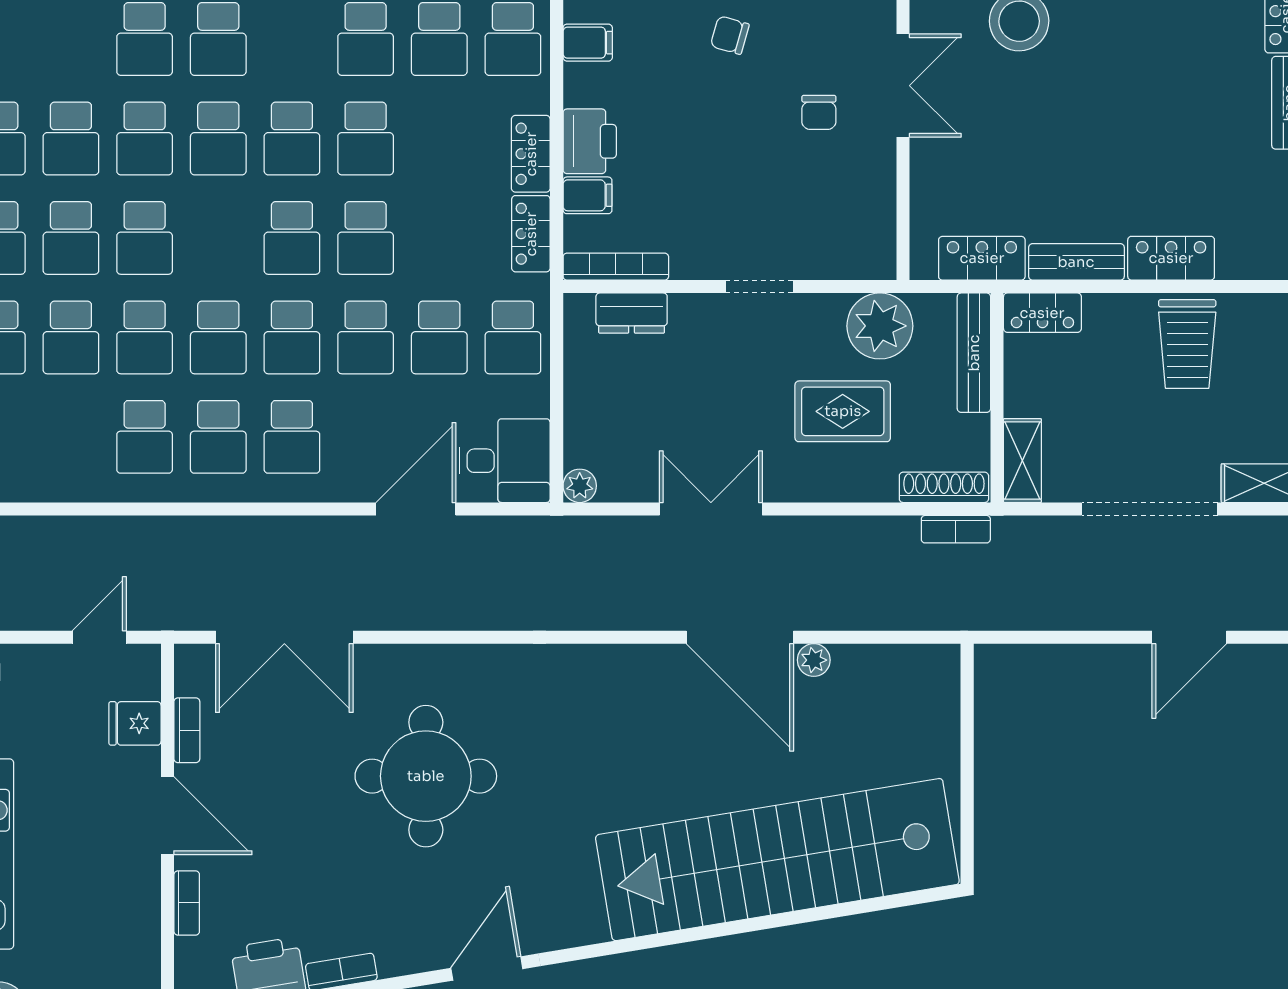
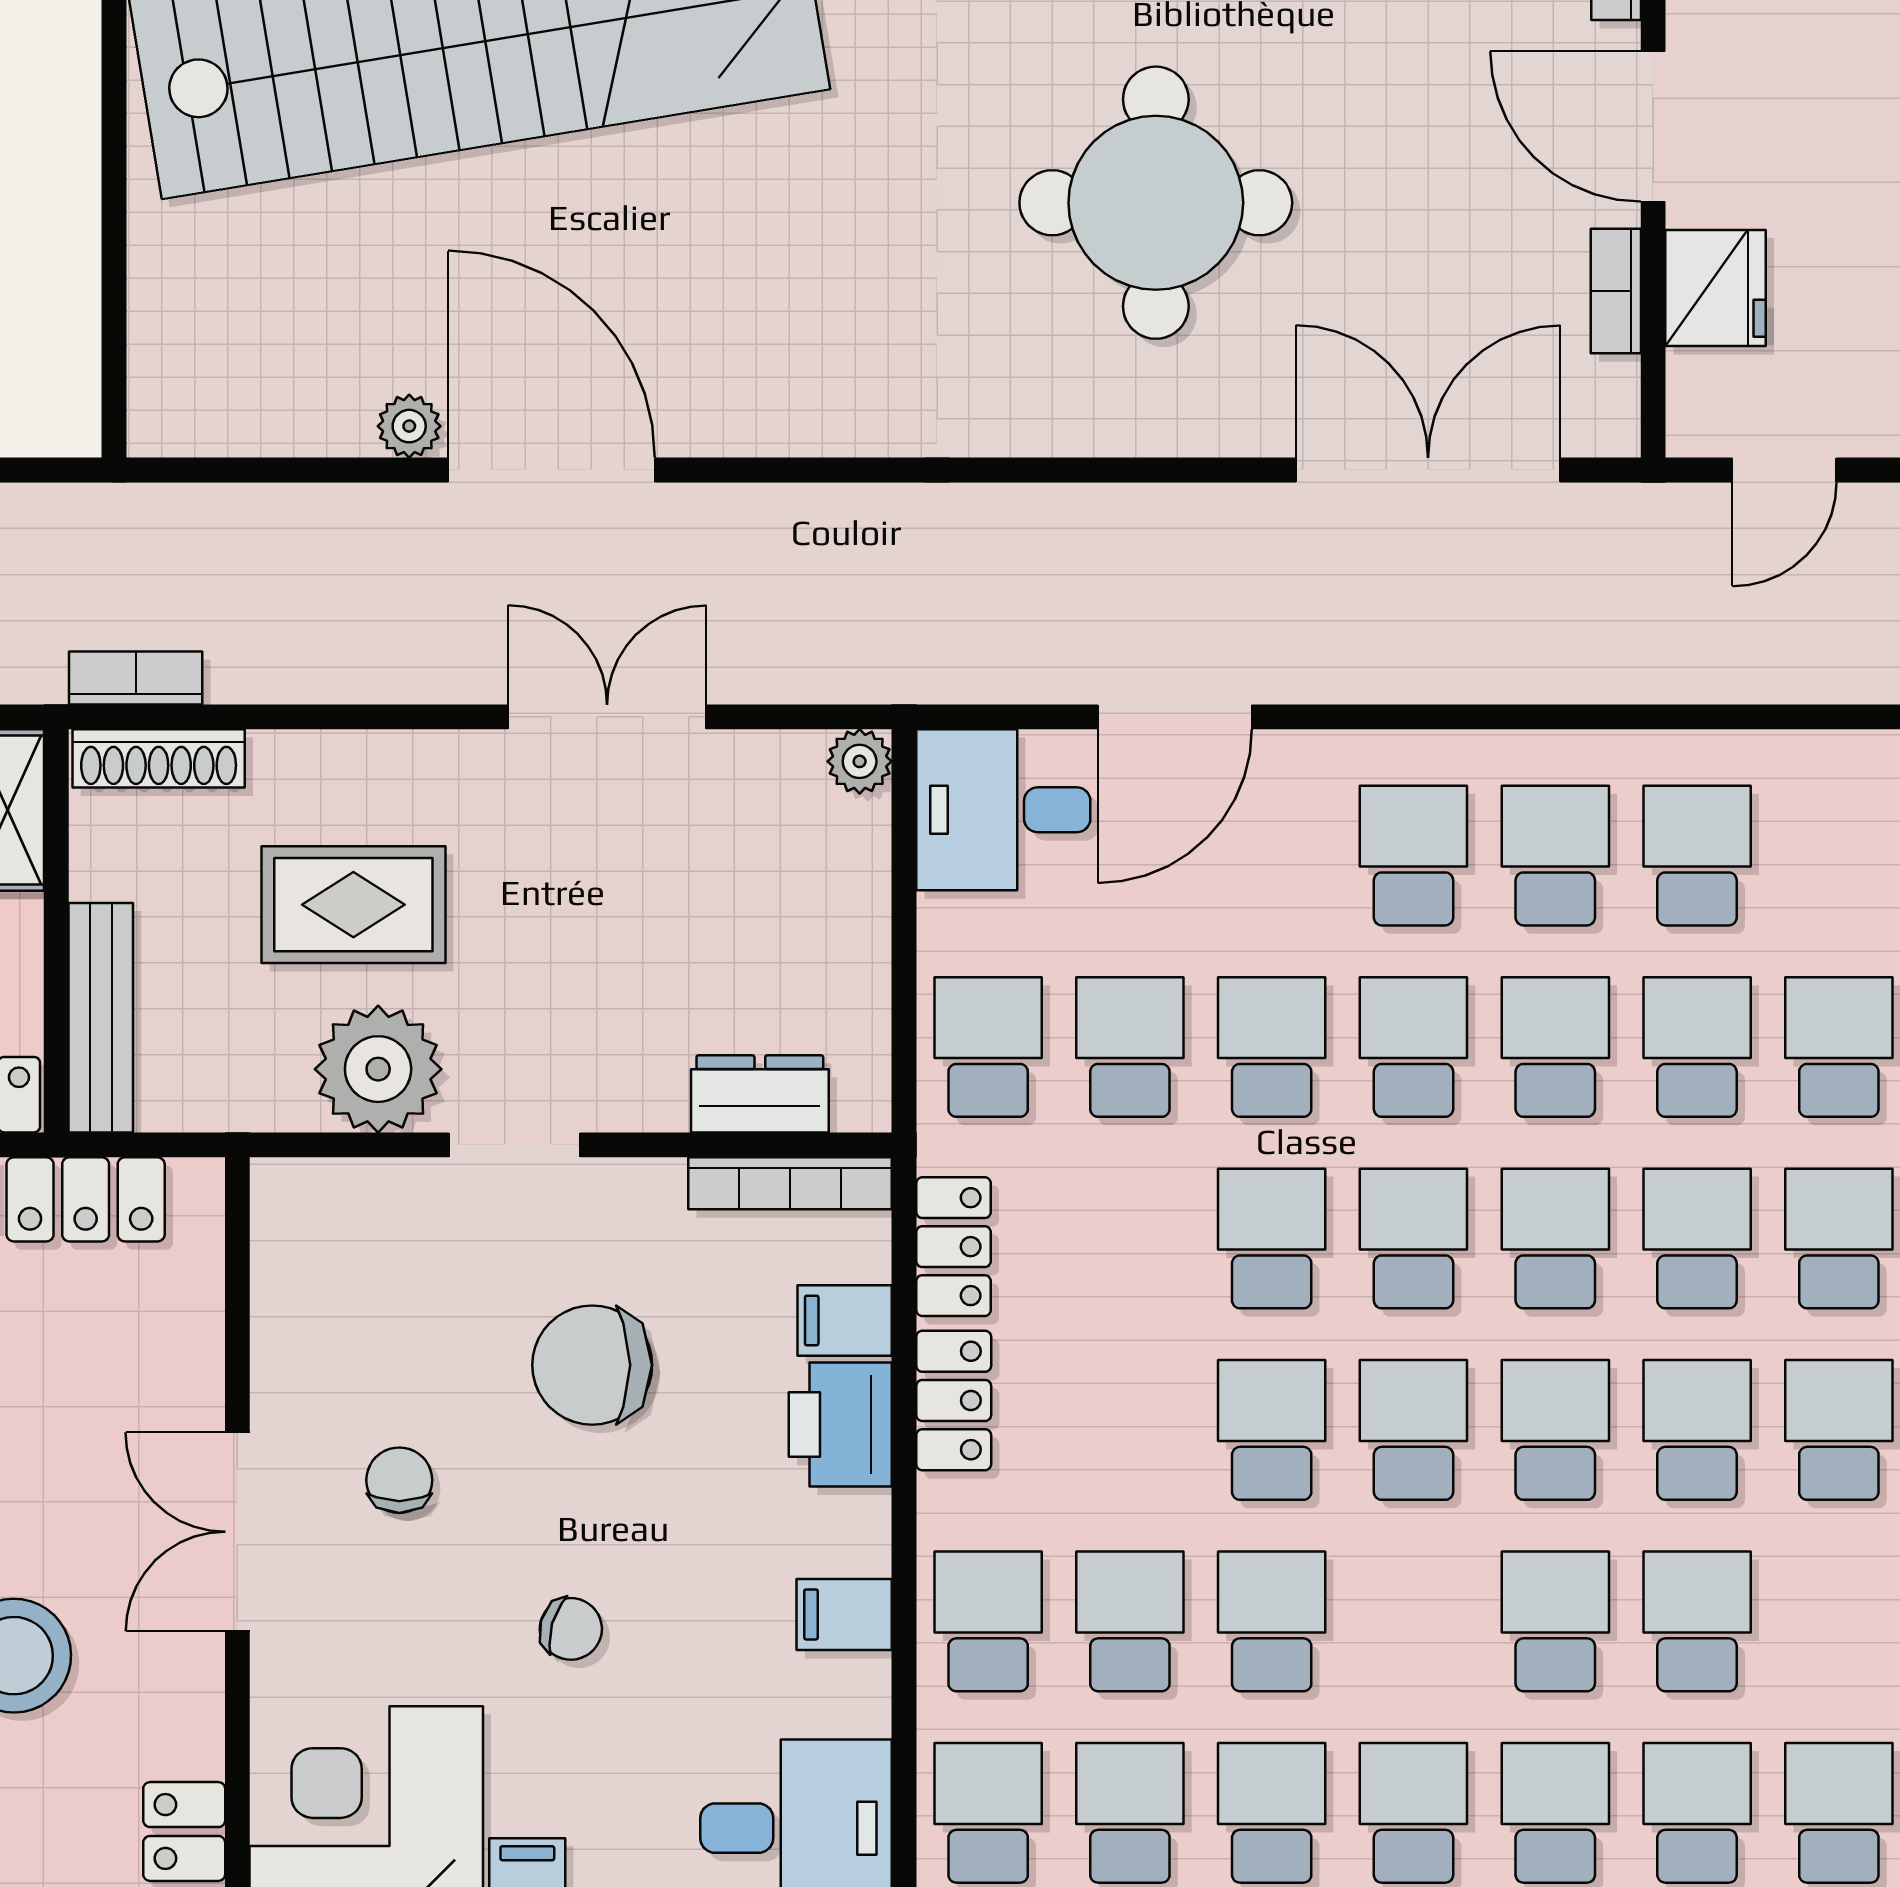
chair: (719, 172) -> (592, 1365), added
school desk: (218, 238) -> (1555, 1238), added
plant: (880, 326) -> (378, 1069), moved
double door: (711, 509) -> (607, 717), swing flipped
fridge: (135, 723) -> (1716, 288), width x1.38

